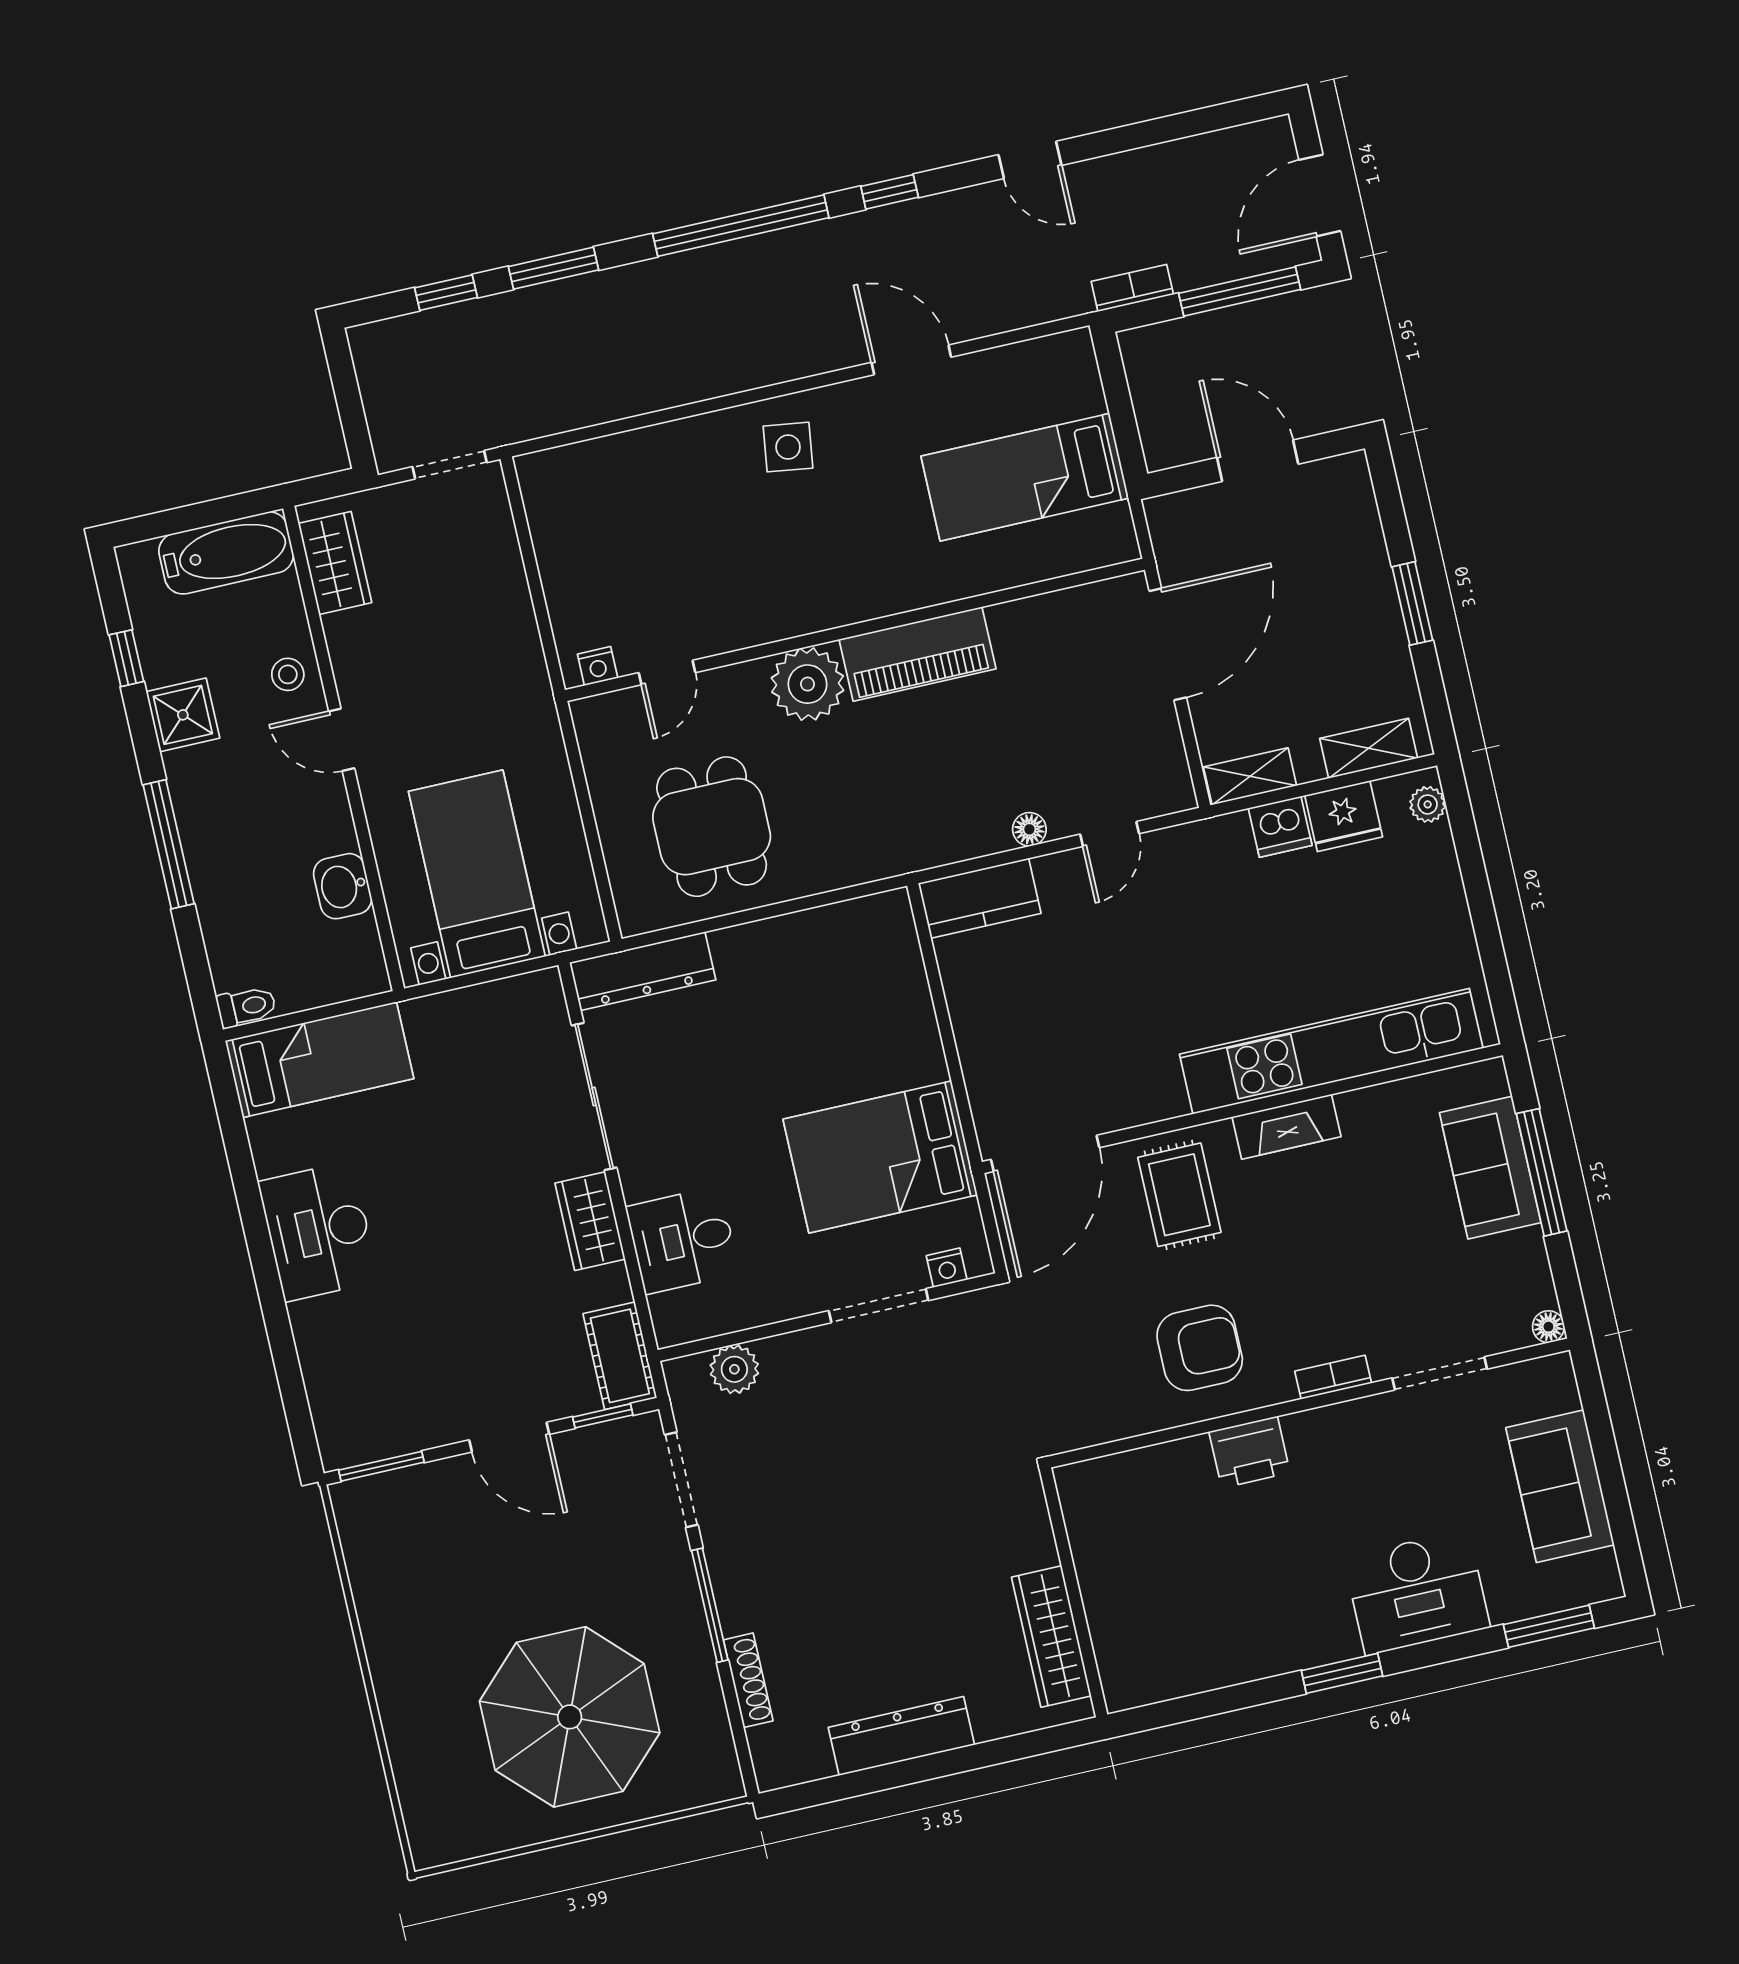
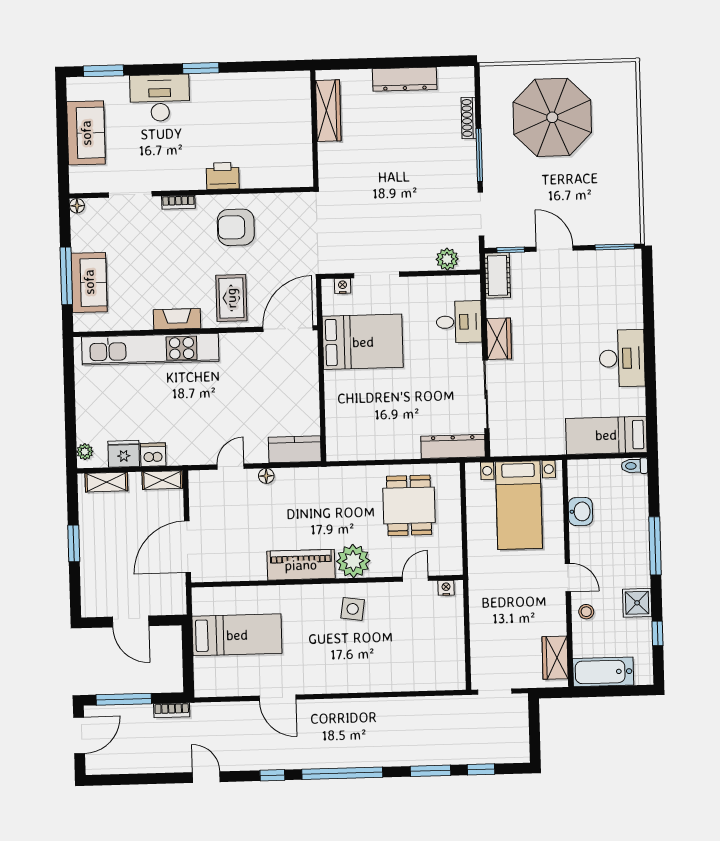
side table: (788, 447) -> (353, 609), moved

